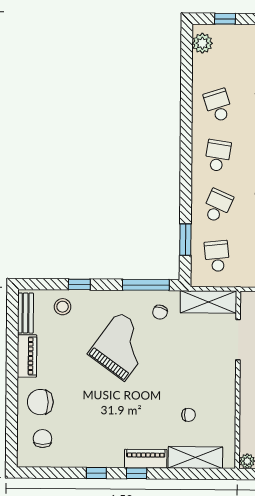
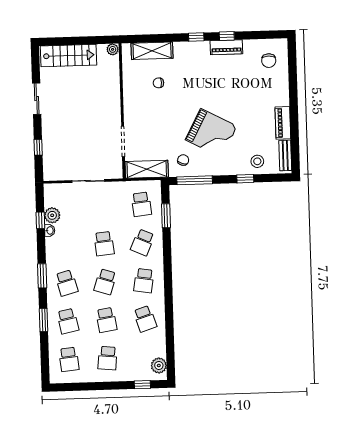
grand piano: (122, 346) -> (211, 133), turned -98
chair: (40, 402) -> (271, 88), removed
piano: (146, 459) -> (226, 47), moved

